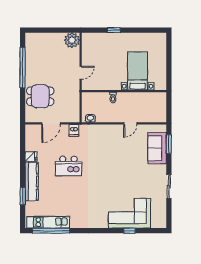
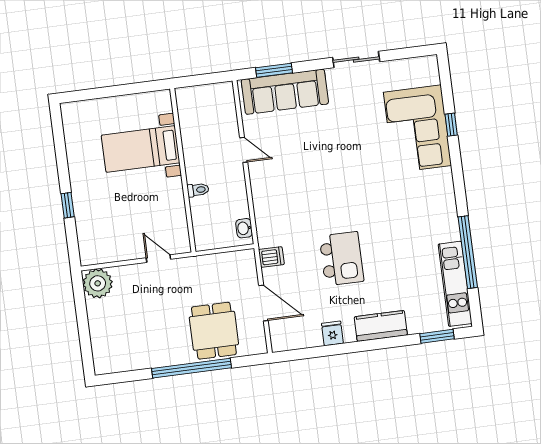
window: (23, 67) -> (192, 368), moved
sofa: (157, 148) -> (285, 92), width x1.36
kitchen counter: (32, 182) -> (381, 326), width x0.67
window: (23, 196) -> (437, 336), moved
window: (51, 231) -> (468, 252), moved

